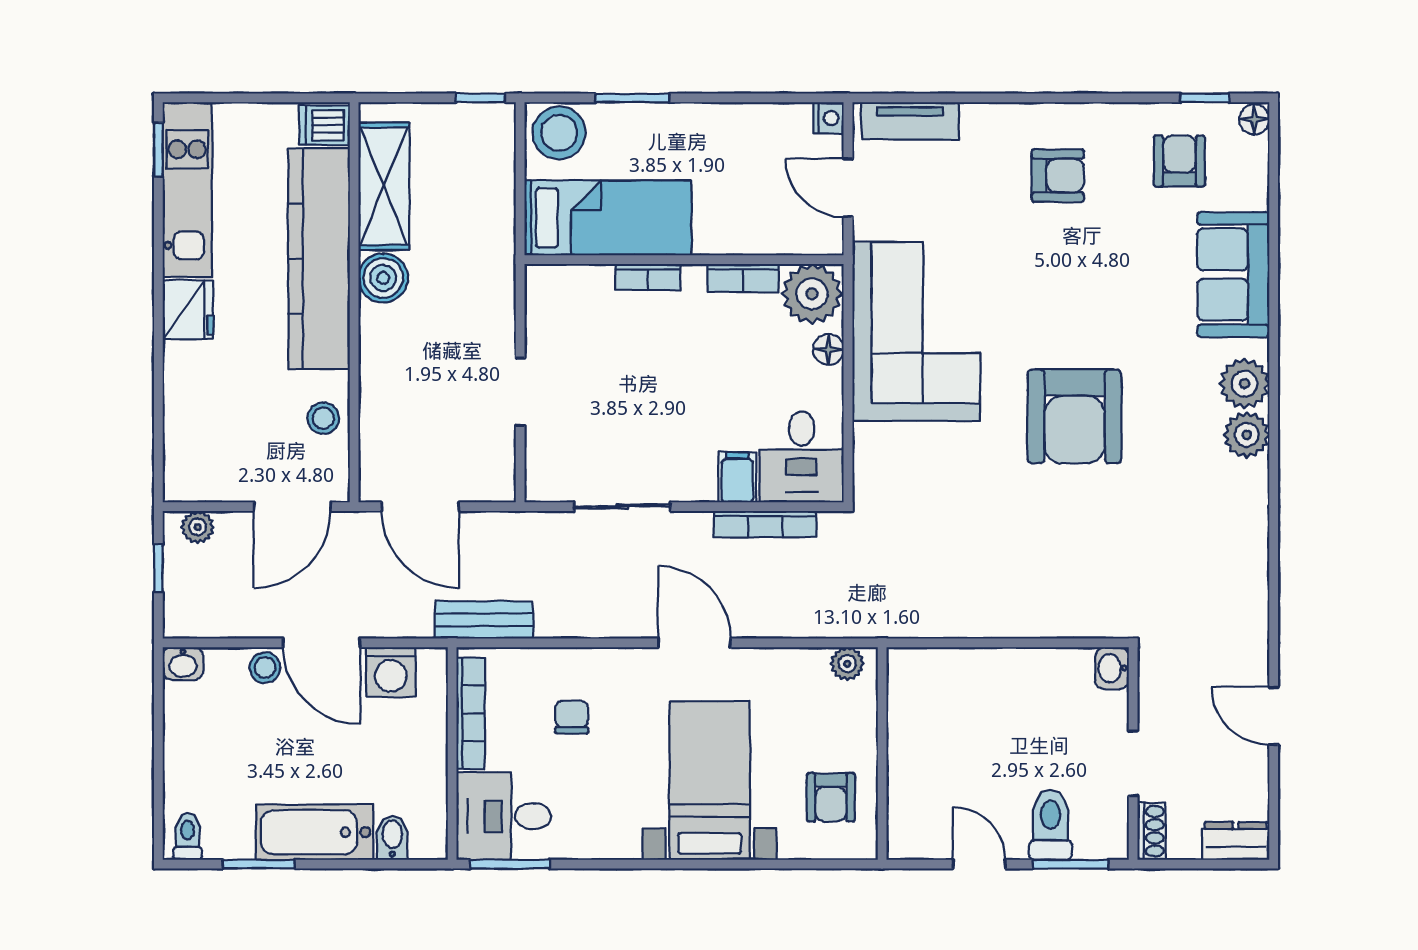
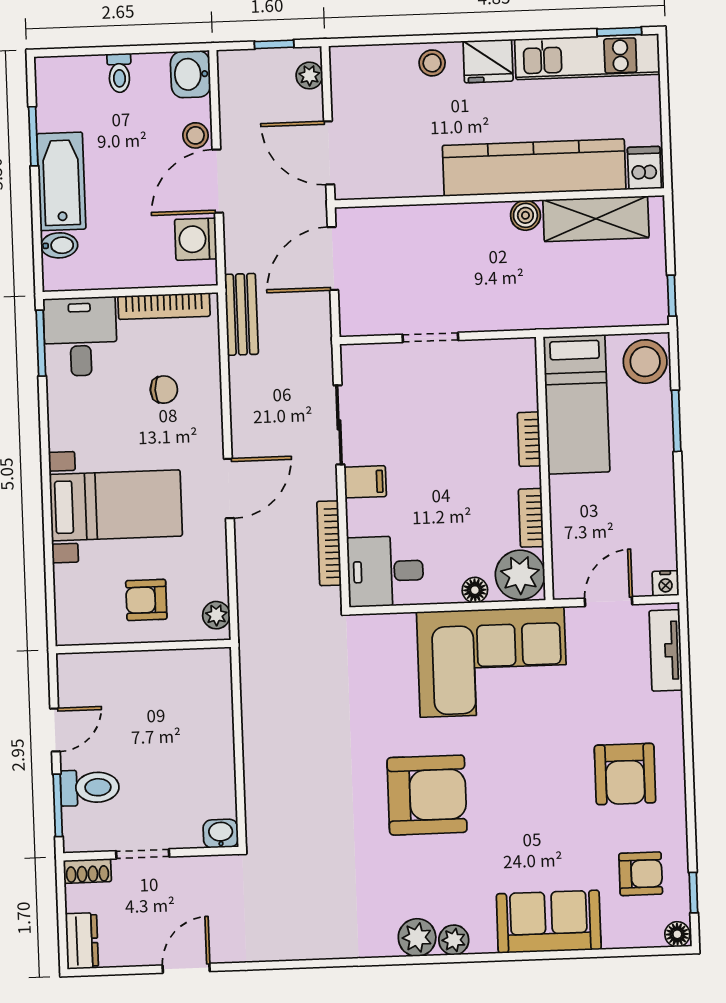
armchair: (1058, 176) -> (625, 774), width x1.38, depth x1.38
boiler: (383, 278) -> (525, 215), width x0.73, depth x0.73
plant: (1245, 384) -> (454, 940), width x0.73, depth x0.73
armchair: (1075, 416) -> (427, 795), turned 180
stool: (323, 418) -> (432, 63), moved
filing cabinet: (737, 477) -> (365, 482), moved
washbasin: (183, 664) -> (191, 74), width x1.38, depth x1.45
armchair: (831, 797) -> (146, 600), moved
toilet: (188, 836) -> (119, 73), moved, turned 90

